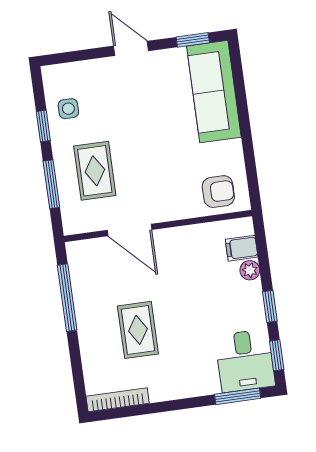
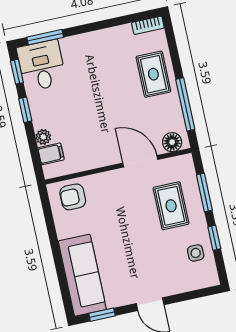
floor lamp: (87, 251) -> (172, 142), added
rug: (138, 330) -> (153, 74), moved
bookcase: (118, 400) -> (148, 25), width x0.64

